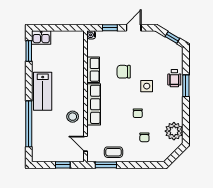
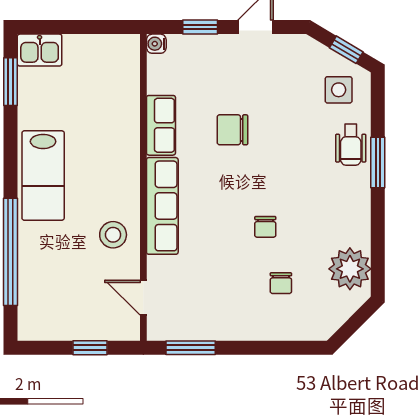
side table: (147, 86) -> (339, 90), moved
coffee table: (114, 152) -> (209, 318), removed

